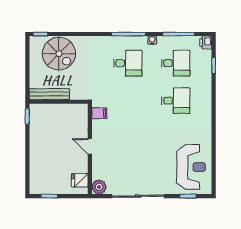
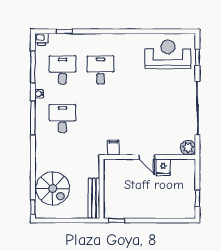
spiral stairs: (59, 54) -> (53, 188), turned 90
door: (90, 146) -> (147, 157), hinge flipped
fridge: (80, 180) -> (163, 167), moved

